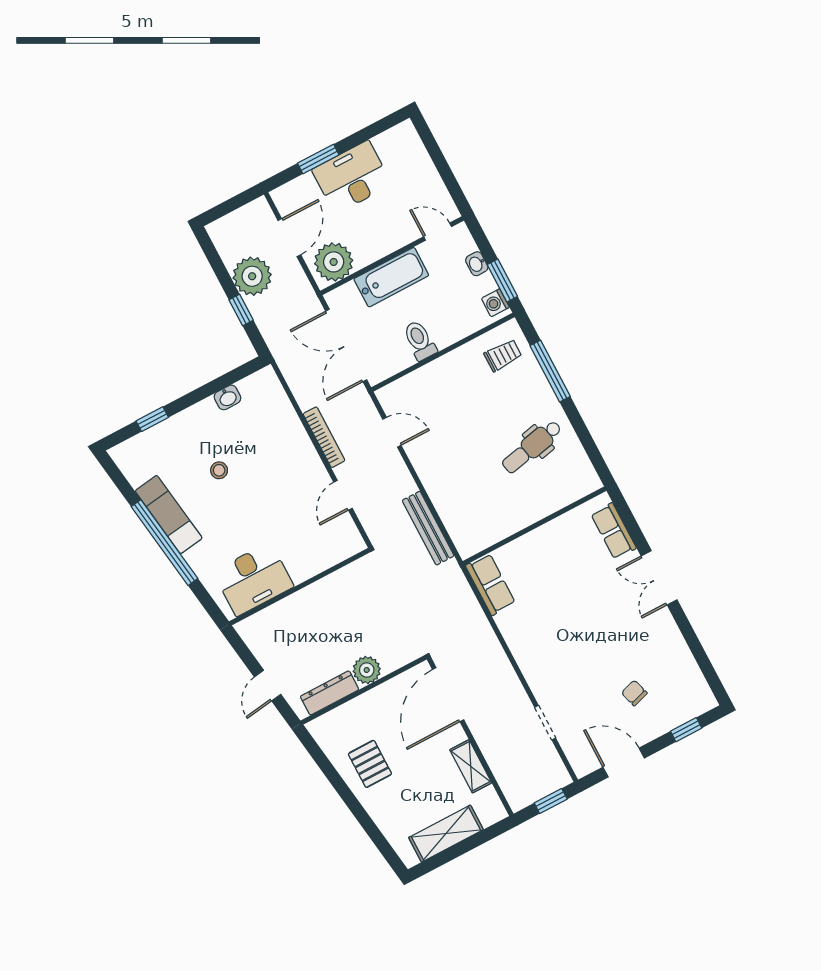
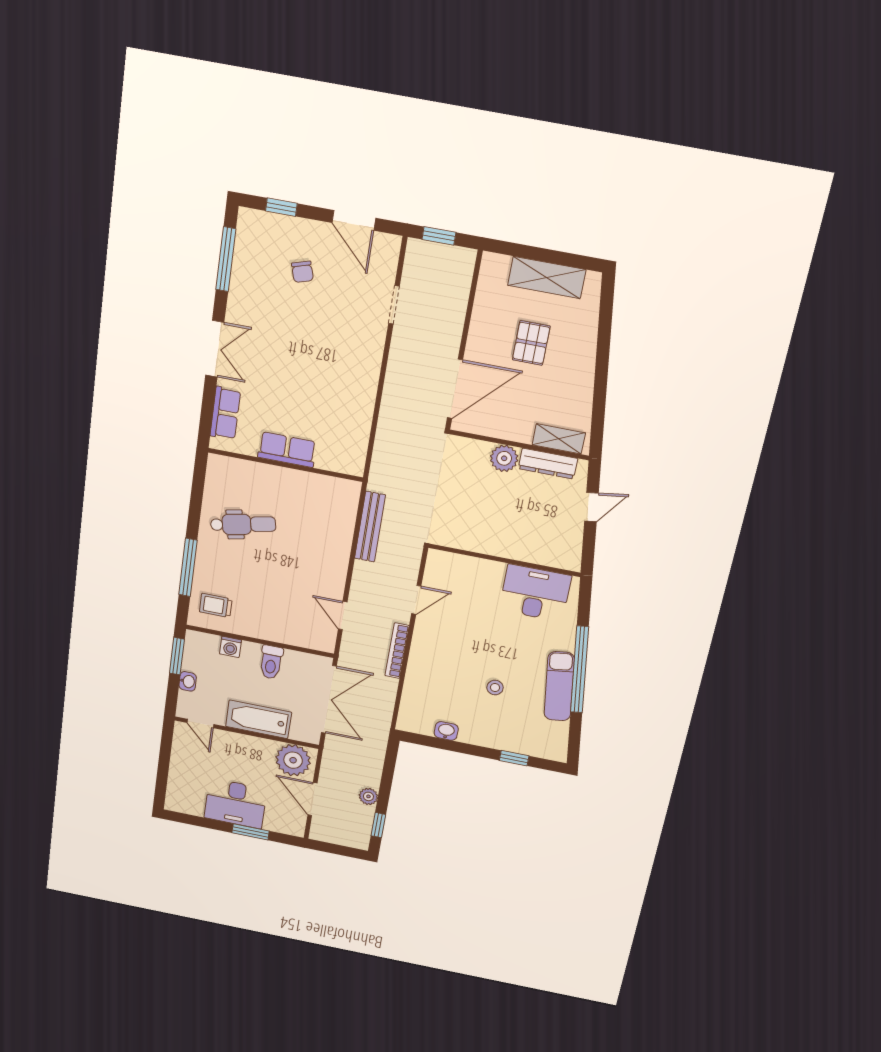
door: (289, 238) -> (312, 799), hinge flipped
plant: (252, 276) -> (368, 796), width x0.53, depth x0.53
washing machine: (495, 303) -> (230, 647), moved, turned 90
window: (241, 310) -> (378, 825), moved
row of seats: (490, 584) -> (287, 450), moved, turned 90
window: (701, 656) -> (226, 259), added
pallet: (370, 764) -> (531, 343), moved
shelving: (471, 766) -> (559, 439), moved, turned 90

